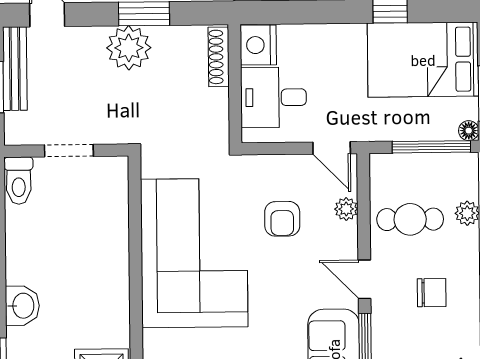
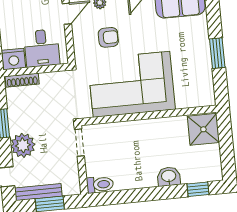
plant: (129, 48) -> (23, 145), moved
doorway: (69, 151) -> (79, 143), moved

